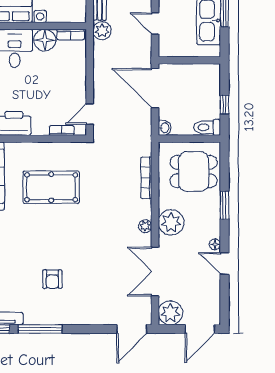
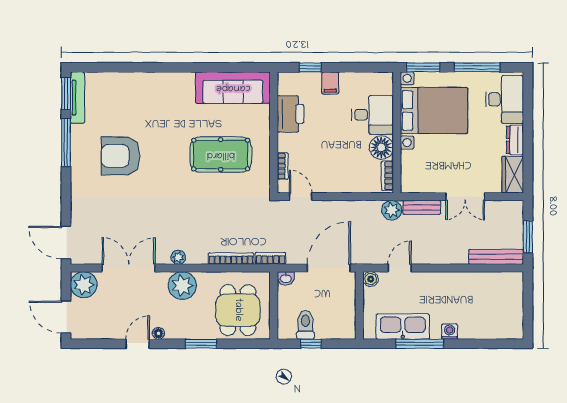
boiler: (165, 50) -> (371, 279), added
toilet: (207, 127) -> (305, 325), moved
bookcase: (146, 142) -> (270, 258), added
pool table: (51, 187) -> (221, 155), turned 90
armchair: (52, 279) -> (121, 156), width x1.88, depth x1.88

